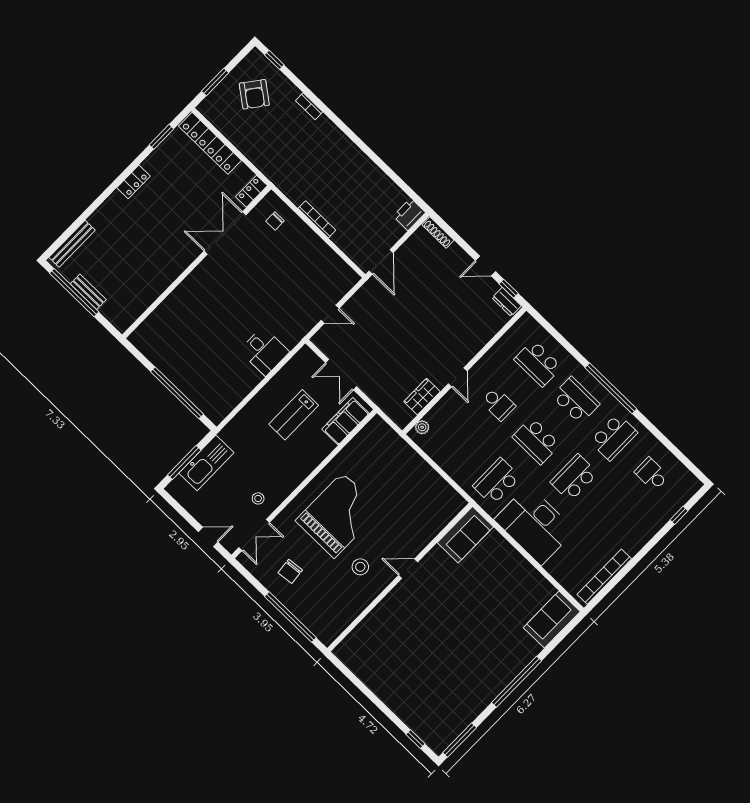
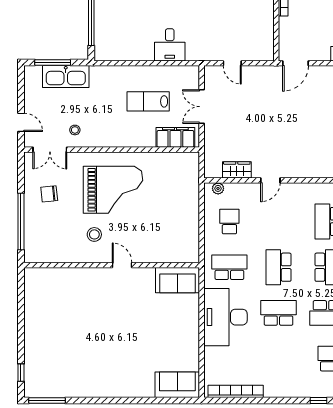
school desk: (498, 404) -> (229, 221), moved, turned 180
window: (516, 682) -> (118, 401), removed

